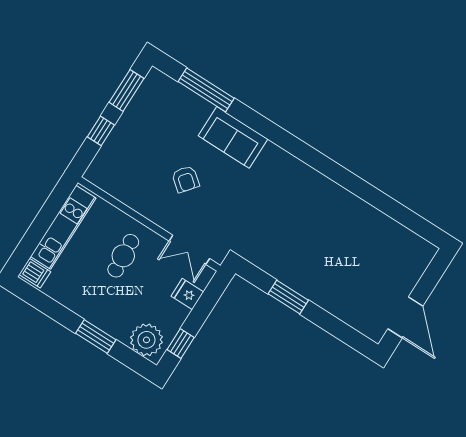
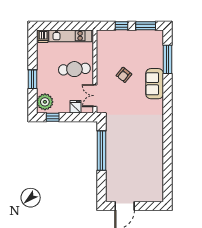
cafe table: (123, 256) -> (74, 69), width x1.37, depth x1.35
window: (288, 297) -> (102, 151), width x2.11

